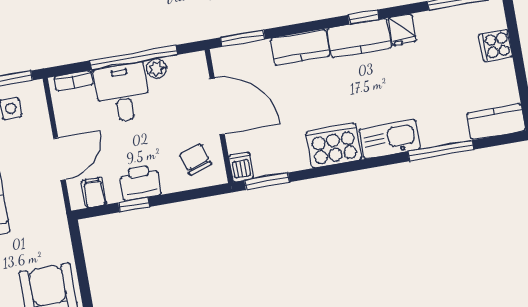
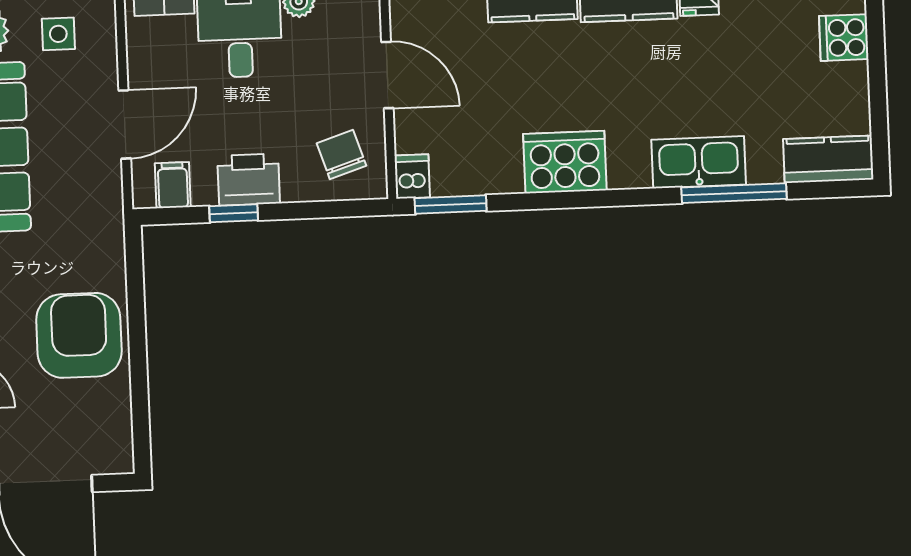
door: (217, 107) -> (387, 75), width x0.73
kitchen sink: (390, 139) -> (699, 162), moved

